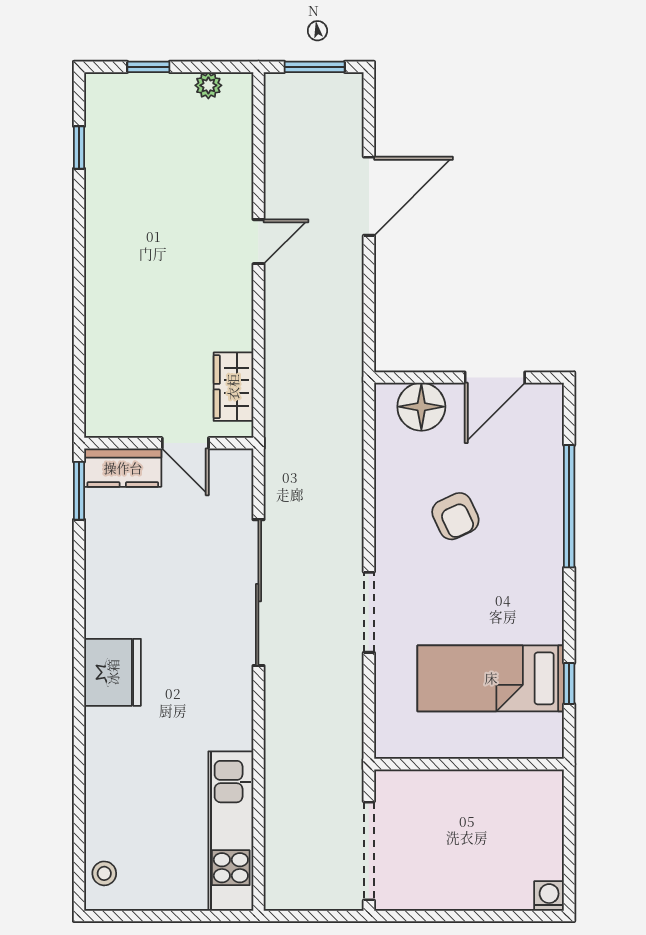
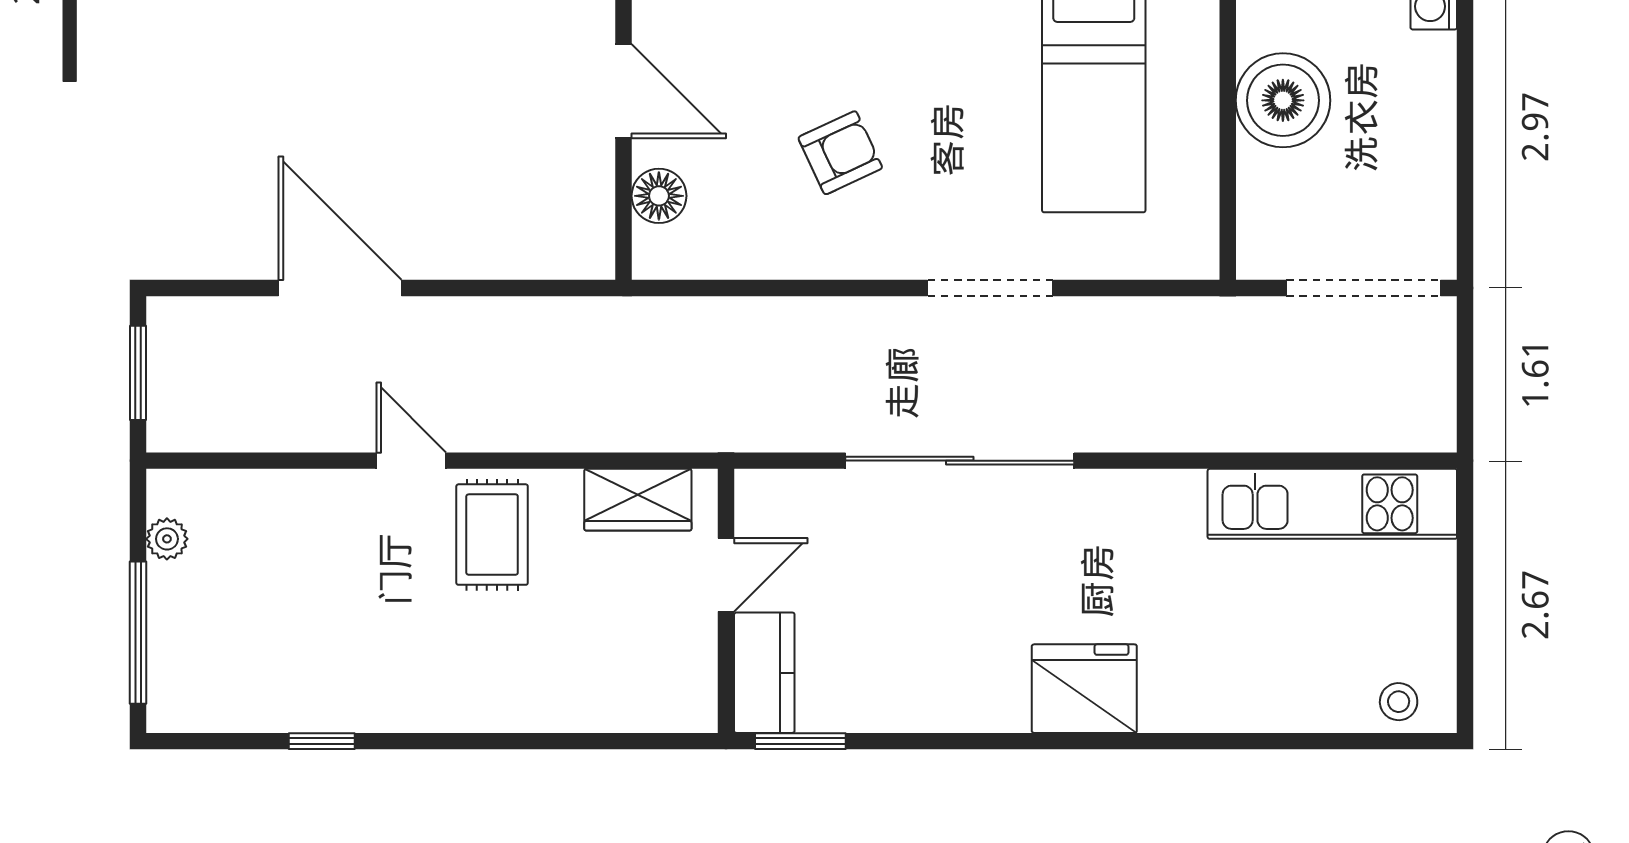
window: (148, 67) -> (138, 633), width x2.17
window: (79, 147) -> (322, 741), moved
rug: (211, 293) -> (492, 535), added
floor lamp: (421, 407) -> (659, 196), width x0.73, depth x0.73
boiler: (489, 799) -> (1283, 100), added

